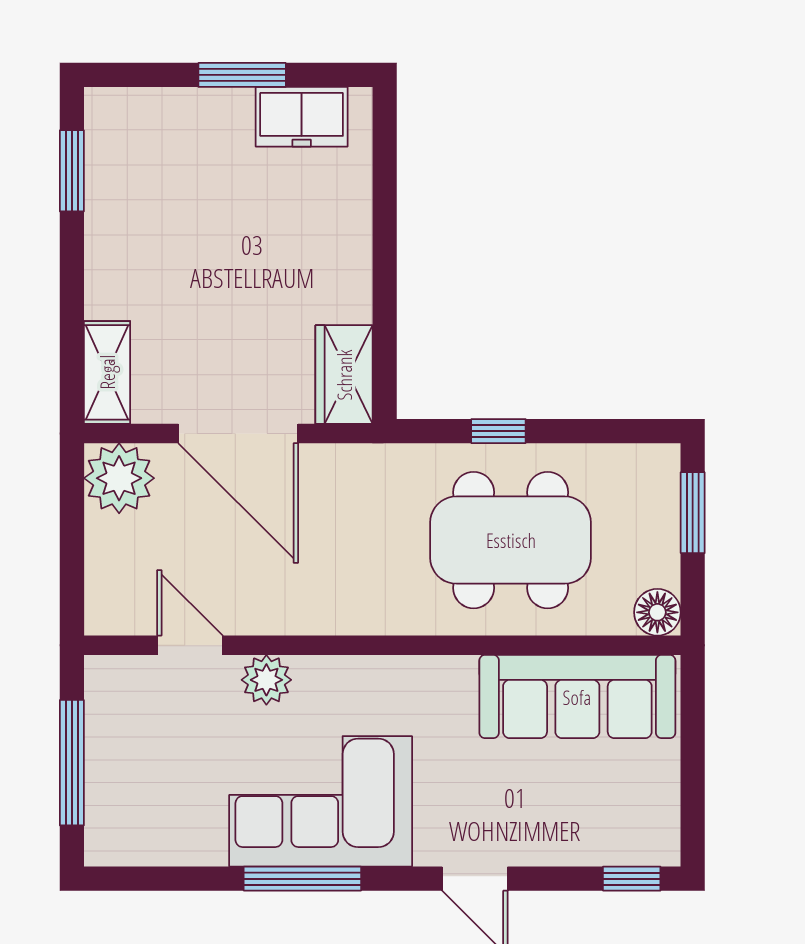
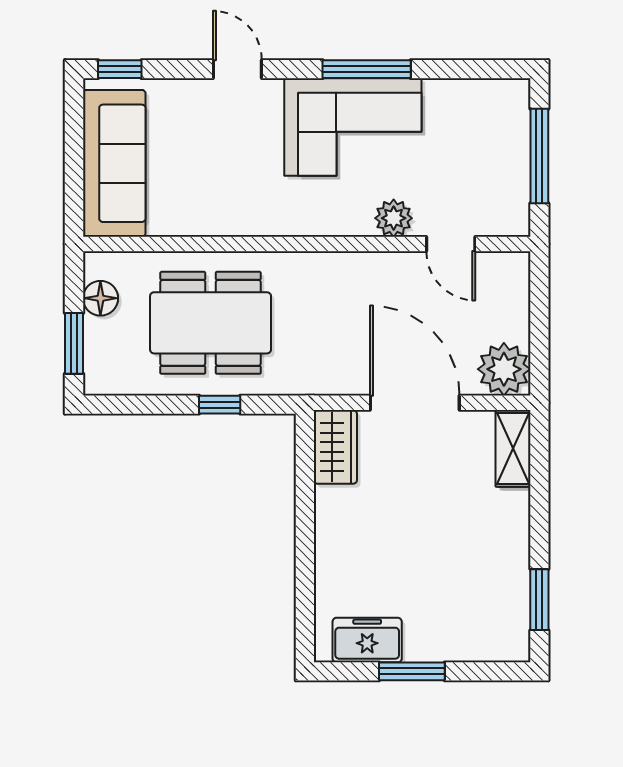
floor lamp: (657, 612) -> (100, 298), moved
sofa: (577, 697) -> (114, 163), moved, turned 90

